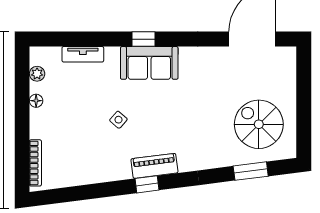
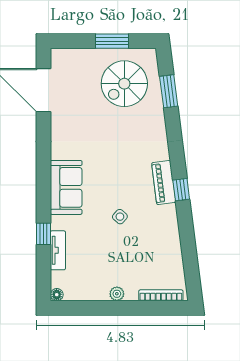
window: (143, 39) -> (44, 234), moved
plant: (37, 74) -> (117, 294), moved
floor lamp: (36, 101) -> (57, 295), moved
window: (304, 111) -> (112, 41), added

